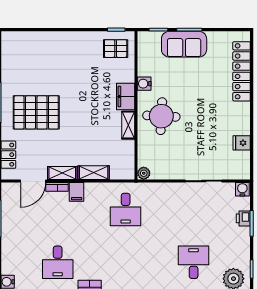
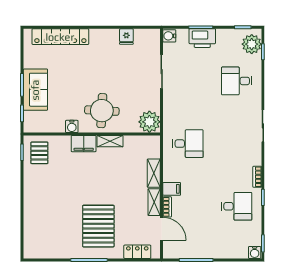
plant: (144, 173) -> (149, 122), width x1.88, depth x1.88
printer: (243, 218) -> (202, 38), width x1.87, depth x1.48

